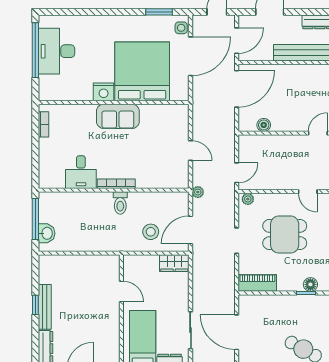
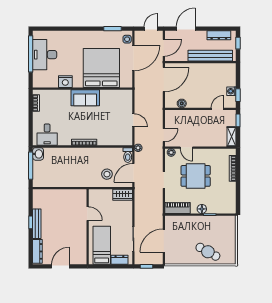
nightstand: (104, 92) -> (65, 82), moved
desk: (81, 172) -> (47, 135), moved
door: (308, 192) -> (186, 148), moved
toilet: (120, 203) -> (128, 155), moved
washbasin: (47, 233) -> (38, 154), moved
floor lamp: (310, 284) -> (202, 209), moved
door: (237, 332) -> (164, 241), hinge flipped

